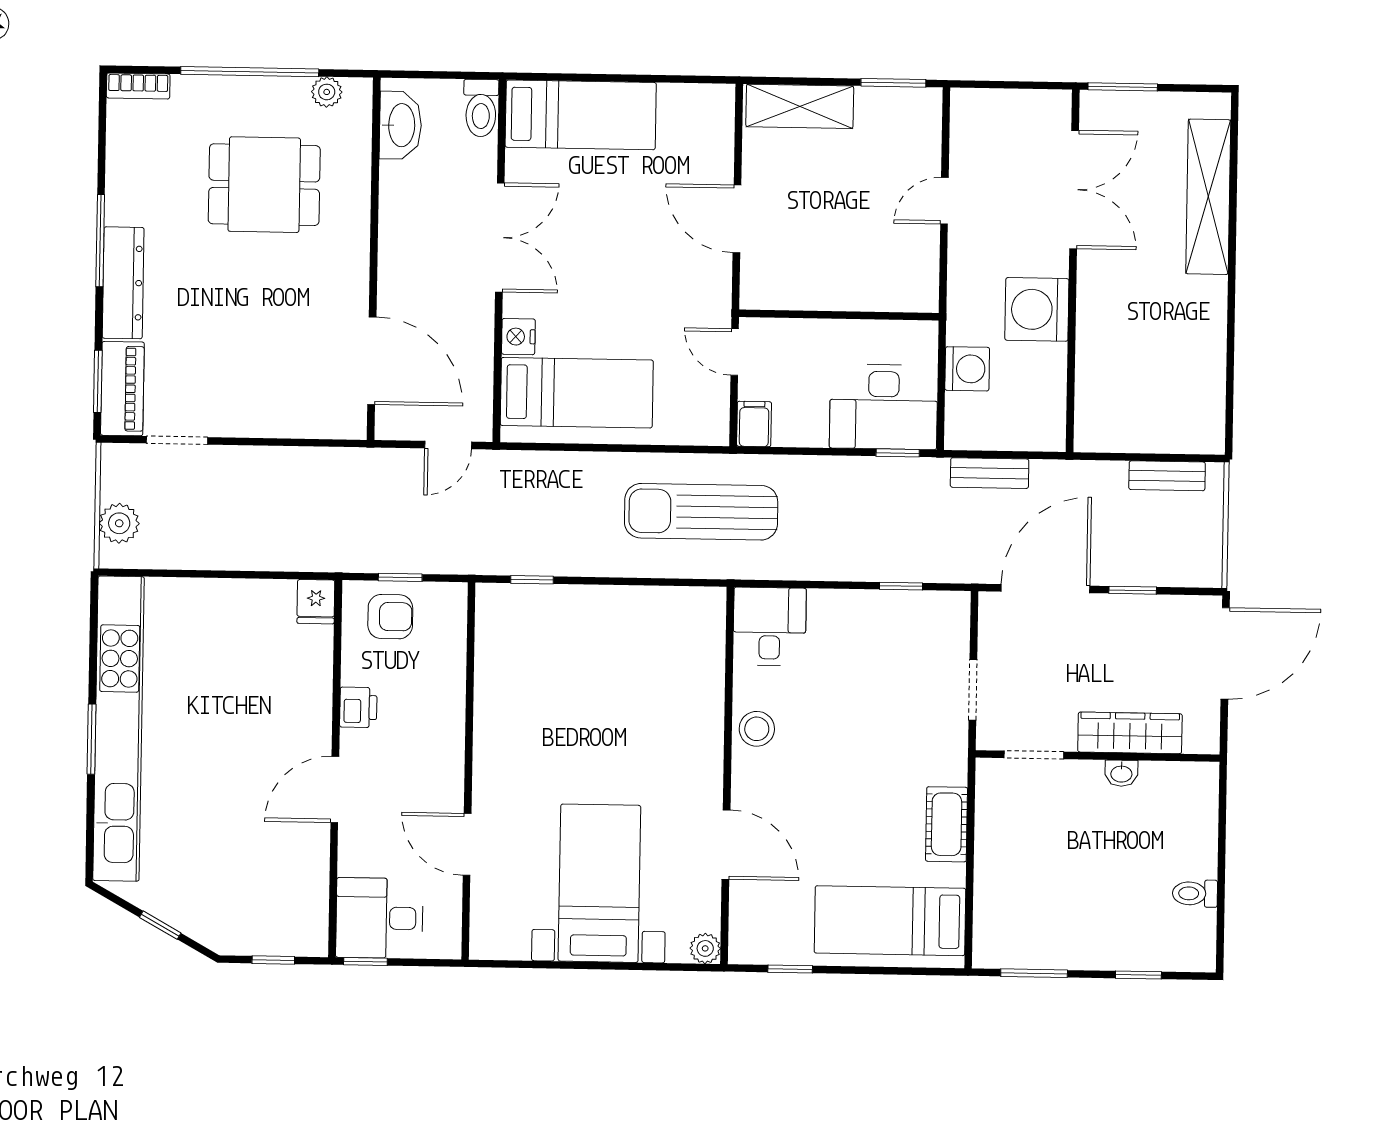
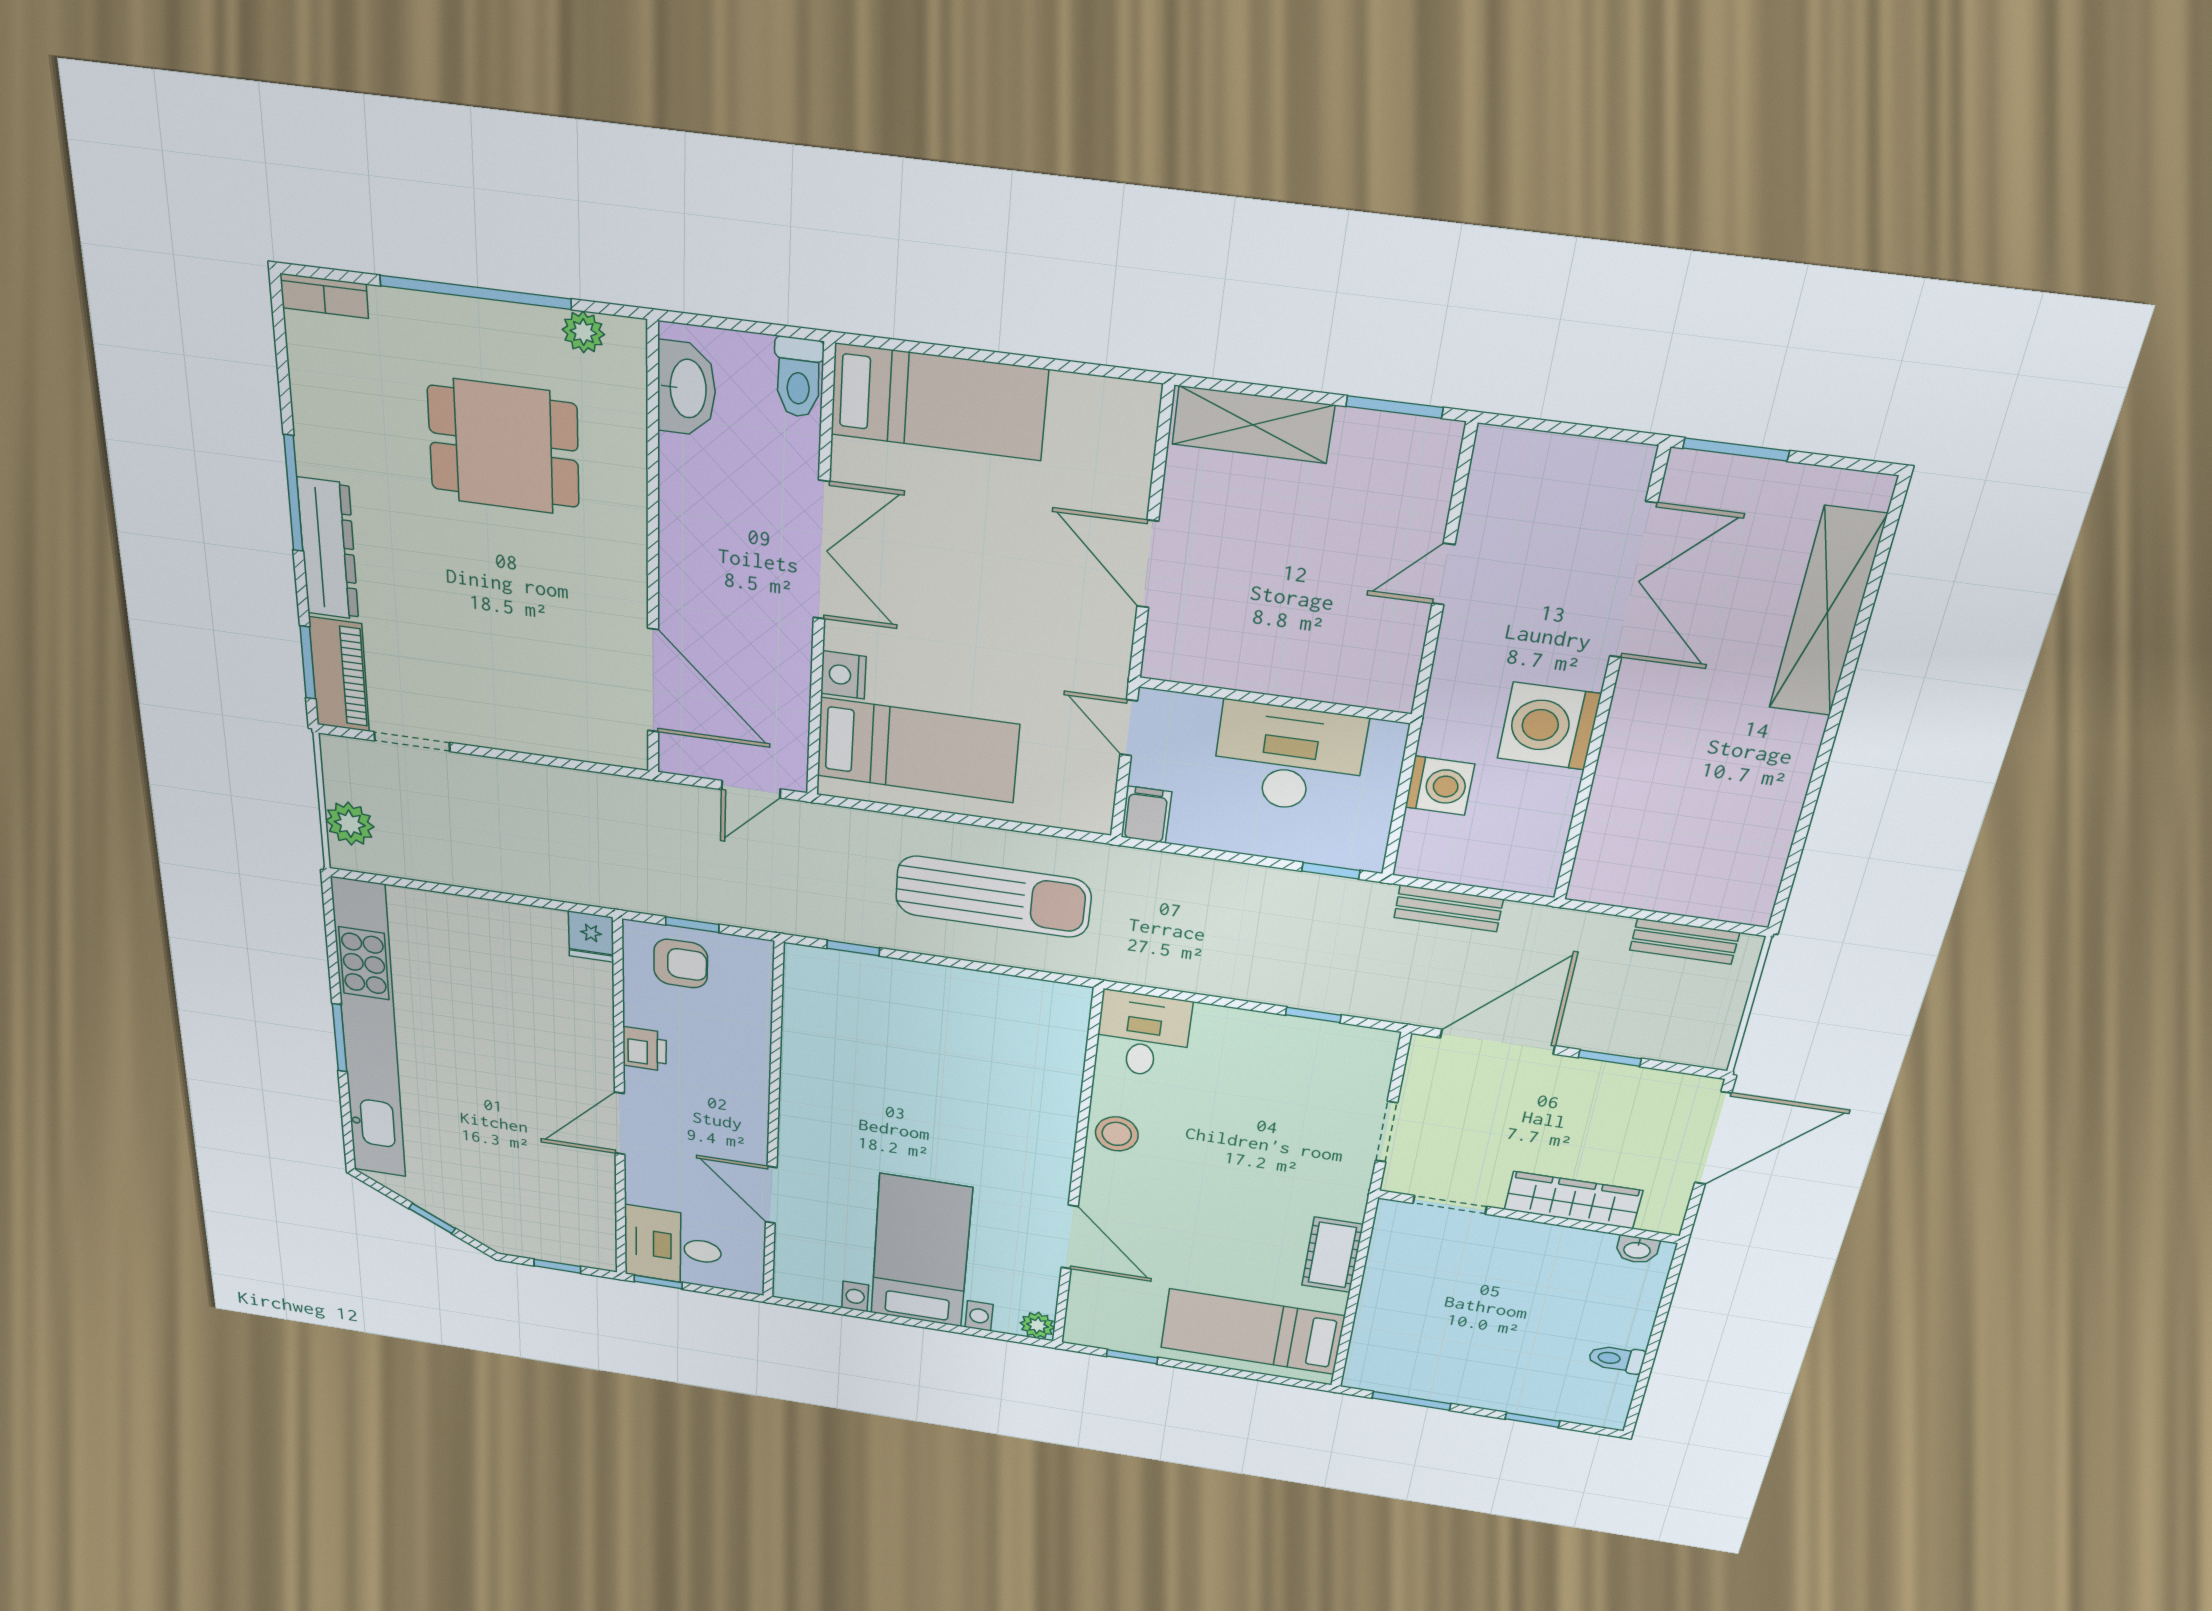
desk: (884, 407) -> (1289, 758), moved, turned 180
sun lounger: (701, 512) -> (993, 897), moved, turned 180
washbasin: (1121, 773) -> (1637, 1250), moved

